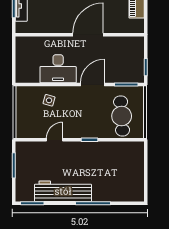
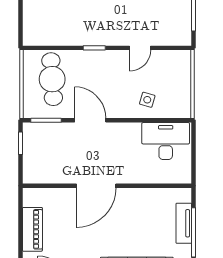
desk: (58, 69) -> (166, 141), moved
door: (93, 85) -> (90, 120), swing flipped

